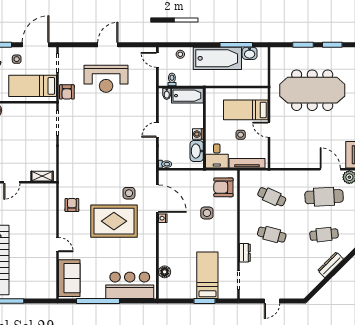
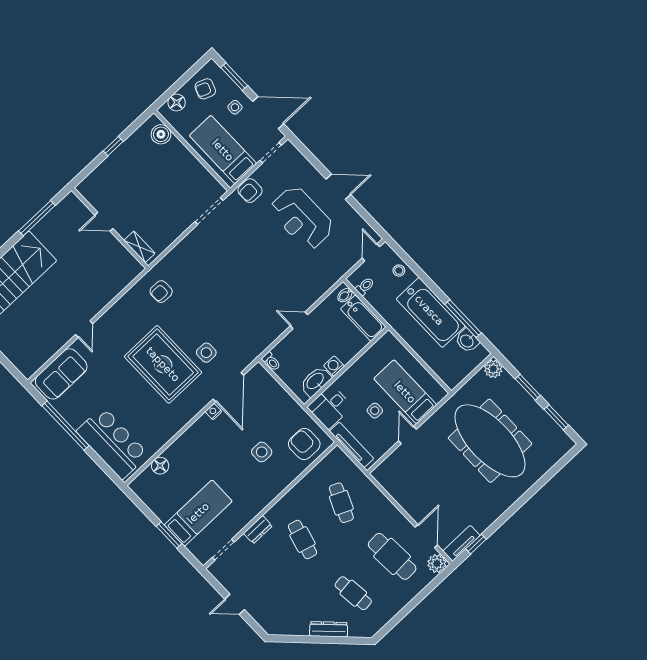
plant: (277, 54) -> (493, 369), added
armchair: (72, 205) -> (161, 292), moved, turned 180

